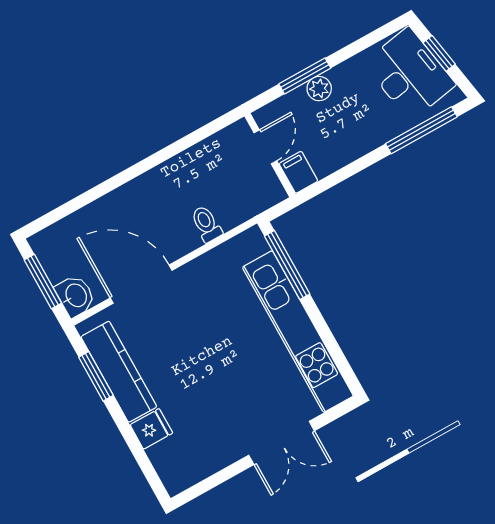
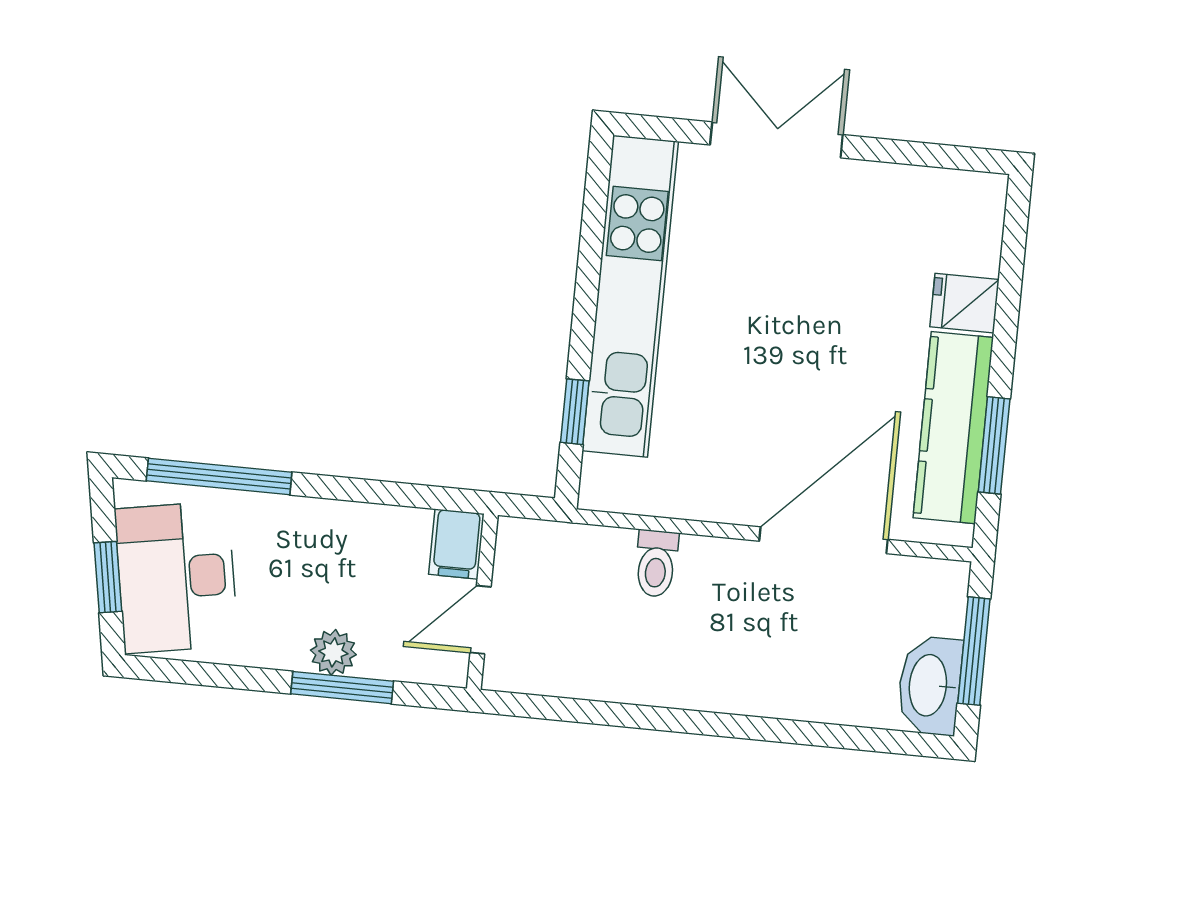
window: (287, 265) -> (575, 412), width x0.46
door: (141, 284) -> (823, 540), swing flipped
washbasin: (75, 296) -> (930, 685), moved, width x1.38

